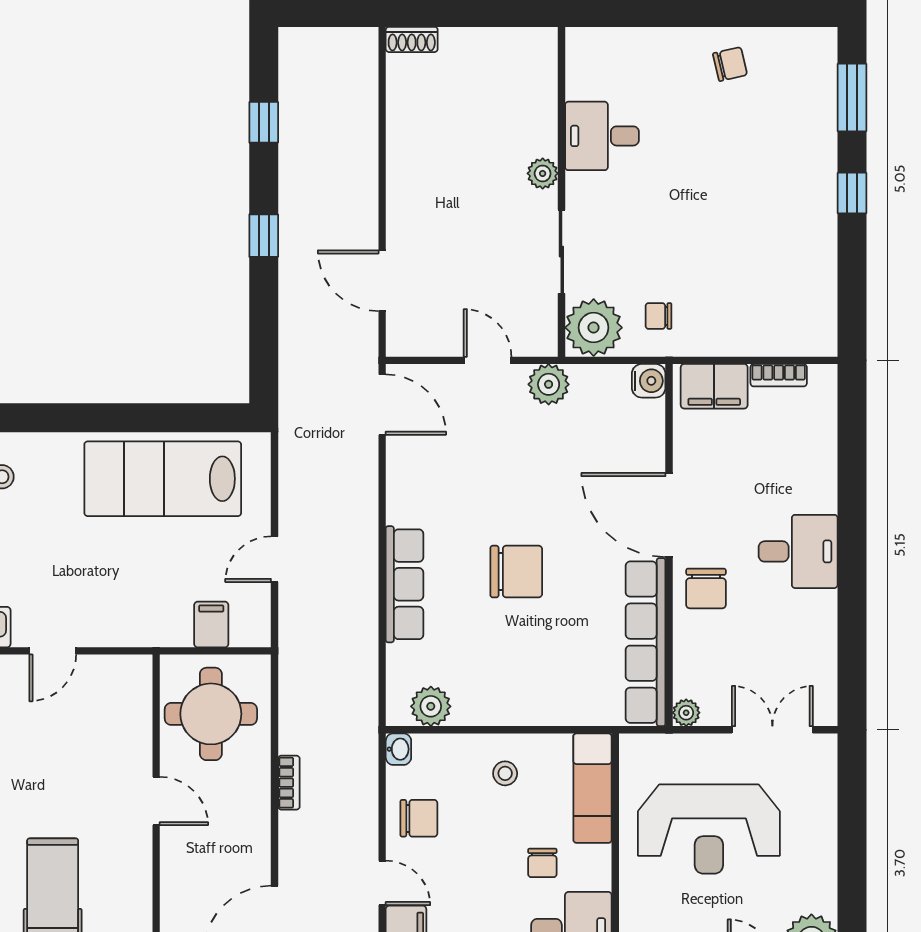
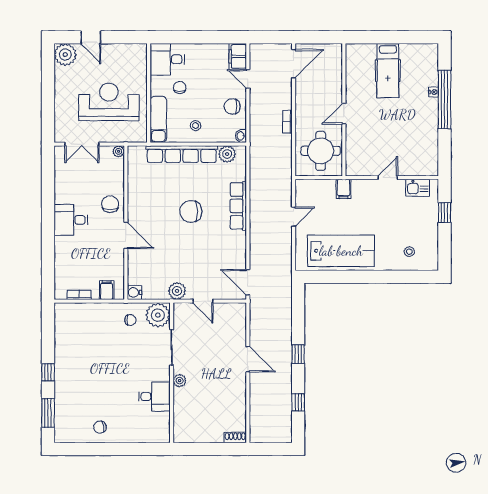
door: (382, 281) -> (248, 359), moved
filing cabinet: (714, 386) -> (107, 290), width x0.50
door: (669, 515) -> (126, 235), width x0.73
filing cabinet: (211, 624) -> (343, 189), moved
row of seats: (646, 642) -> (182, 154), moved, turned 90
door: (156, 801) -> (344, 114), hinge flipped

